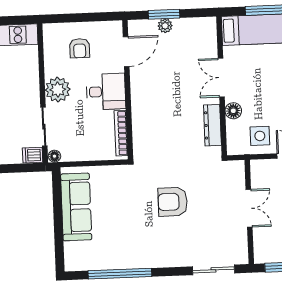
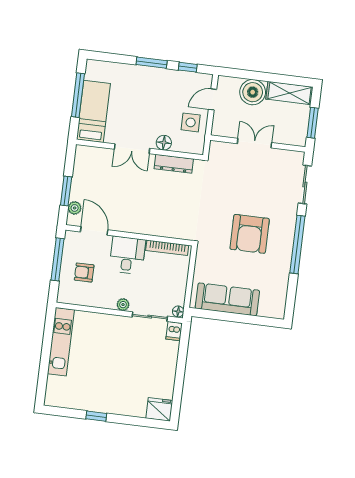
window: (89, 17) -> (58, 259), added
plant: (165, 26) -> (75, 208), moved
armchair: (80, 48) -> (84, 272), turned 180
plant: (58, 90) -> (123, 305), width x0.53, depth x0.53
armchair: (173, 202) -> (250, 234), moved, width x1.36, depth x1.36
window: (120, 274) -> (297, 245), moved

